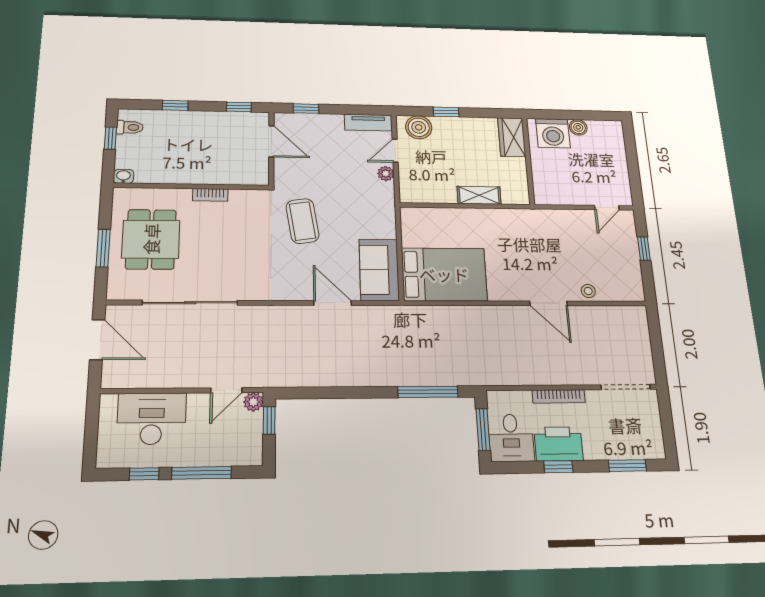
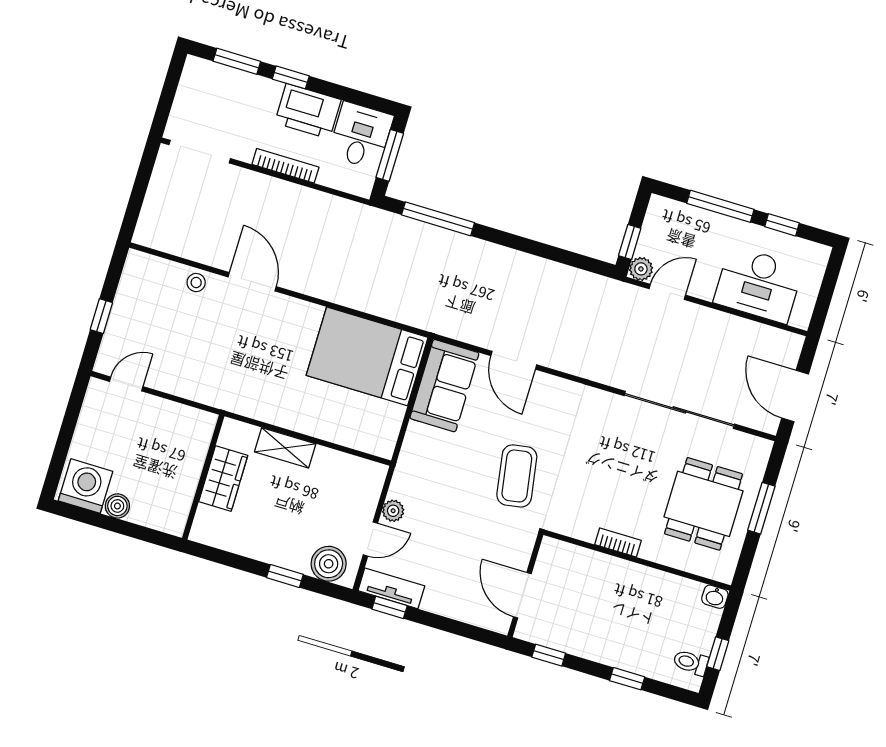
window: (306, 109) -> (390, 607), moved
washing machine: (553, 133) -> (85, 486), moved
wardrobe: (512, 137) -> (223, 479), moved
window: (558, 467) -> (291, 77), moved

